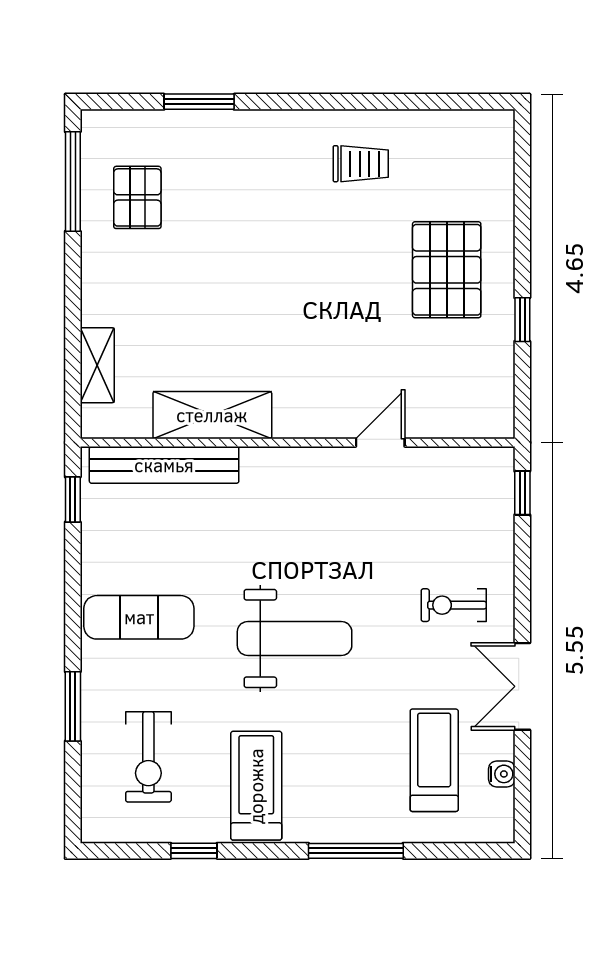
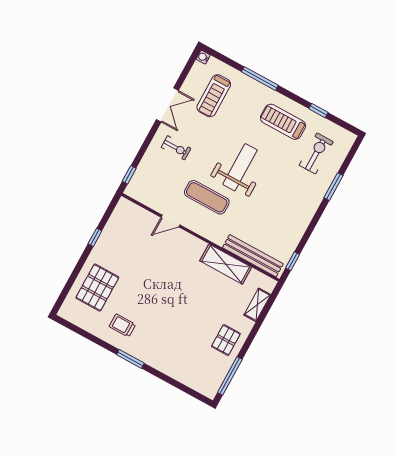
window: (199, 102) -> (130, 359), moved
pallet: (137, 197) -> (226, 340), moved
pallet: (447, 270) -> (97, 288), moved
exercise mat: (139, 617) -> (207, 197), moved
weight bench: (295, 639) -> (240, 167), turned 90
water cooler: (502, 774) -> (203, 57), moved
treadmill: (256, 786) -> (283, 122), turned 90

